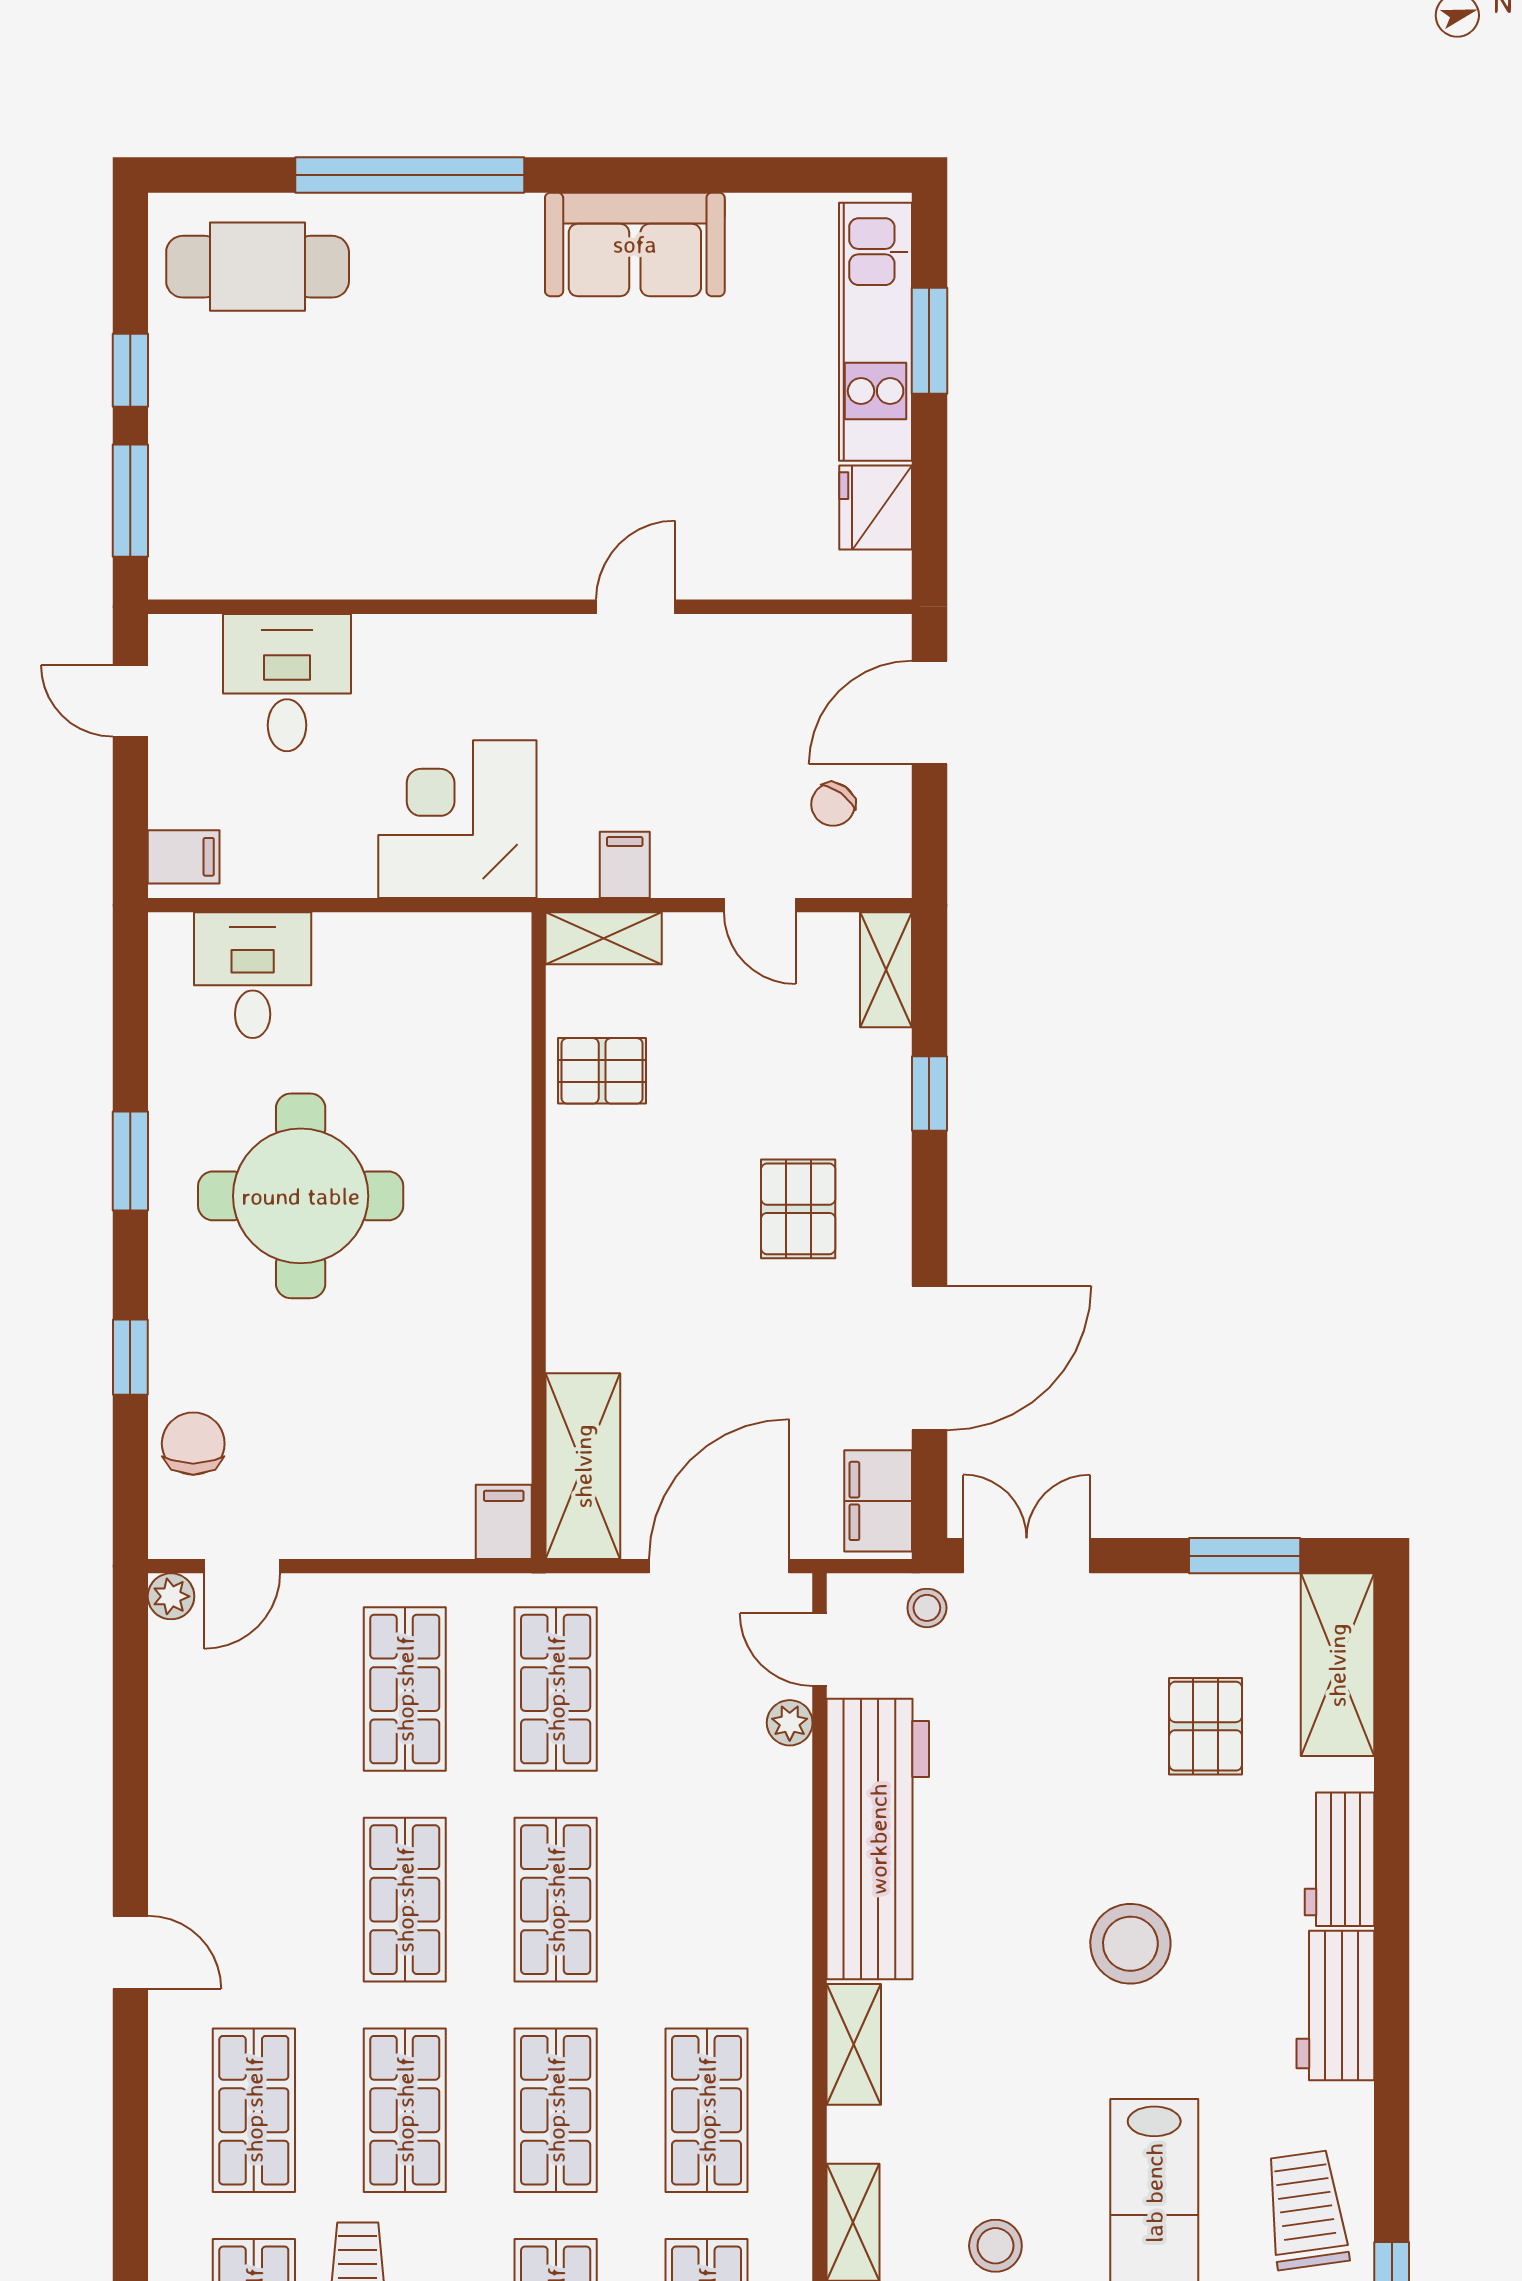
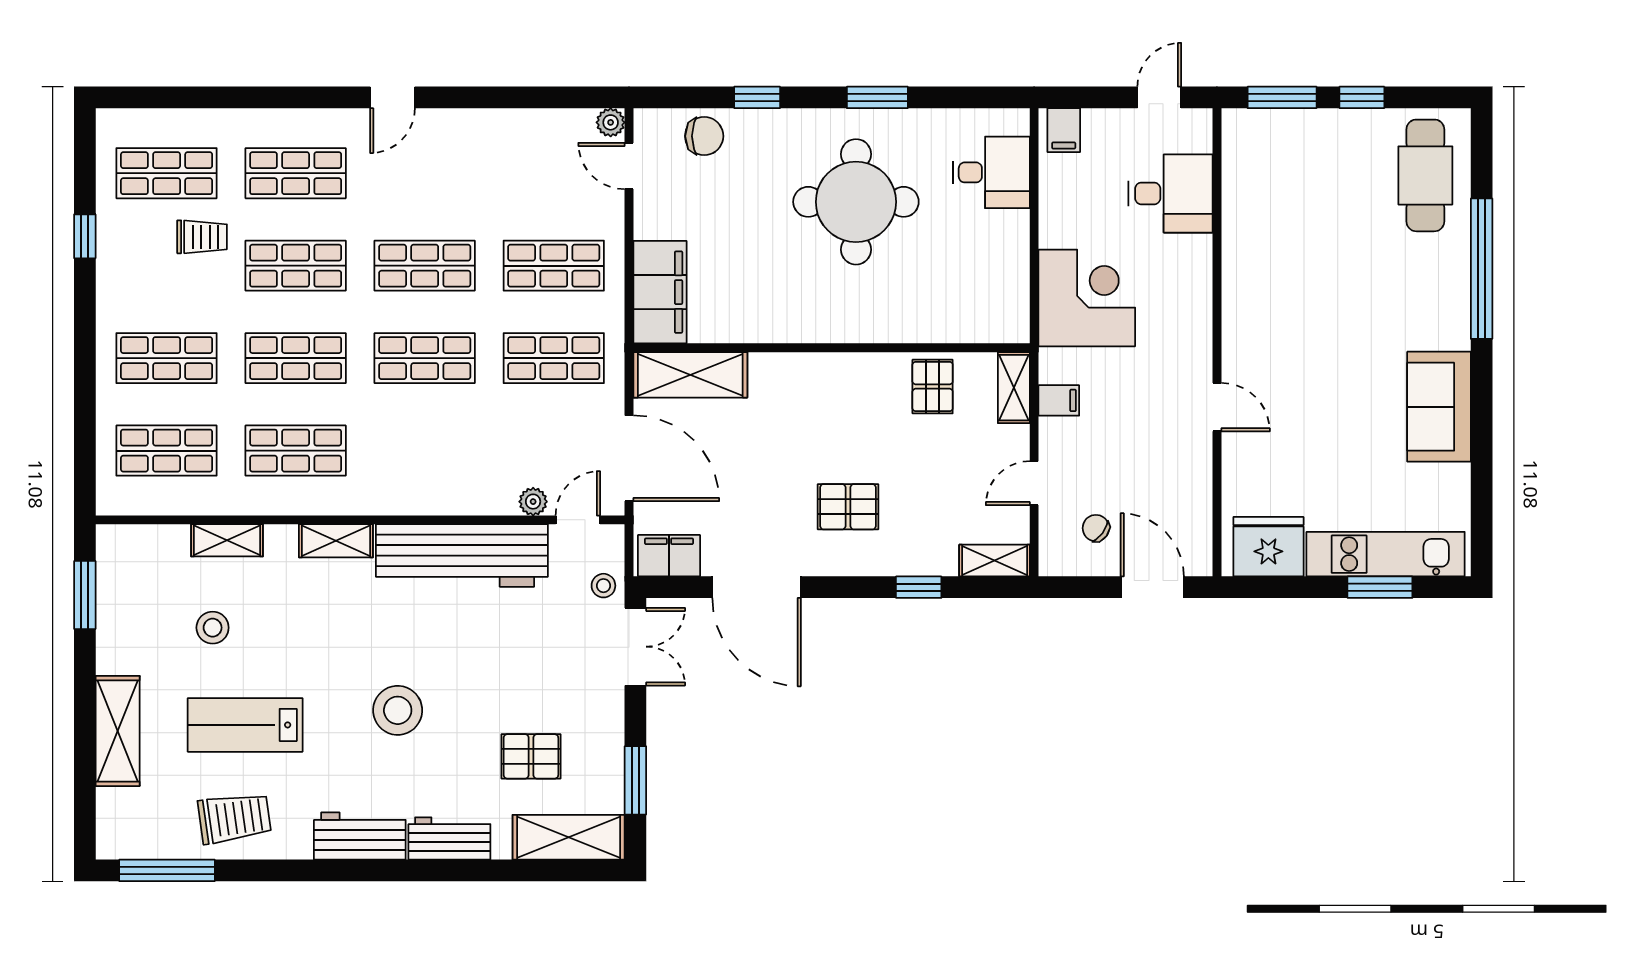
fridge: (876, 508) -> (1268, 547), width x1.36, depth x1.34
filing cabinet: (504, 1522) -> (660, 292), width x3.00, depth x1.17

